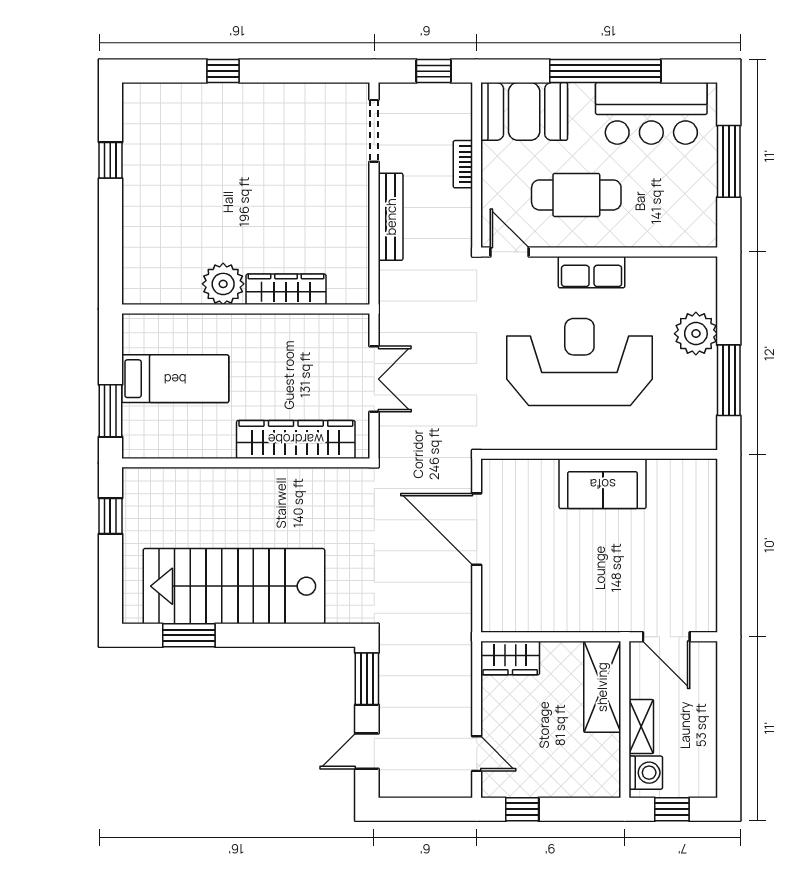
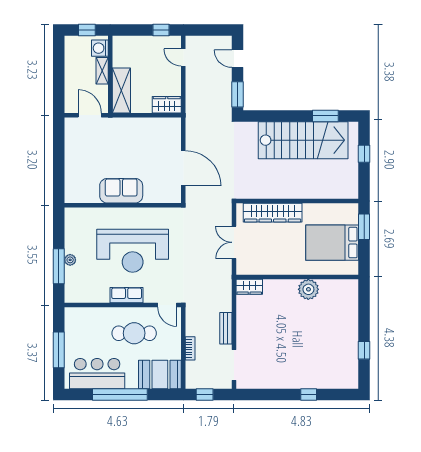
bench: (391, 217) -> (226, 328), width x0.73
wardrobe: (286, 289) -> (249, 287), moved, width x0.67
plant: (696, 334) -> (70, 260), width x0.53, depth x0.53
bed: (175, 379) -> (332, 243), width x1.50
window: (729, 380) -> (59, 266), moved
window: (110, 516) -> (364, 154), moved
door: (367, 751) -> (237, 59), swing flipped

